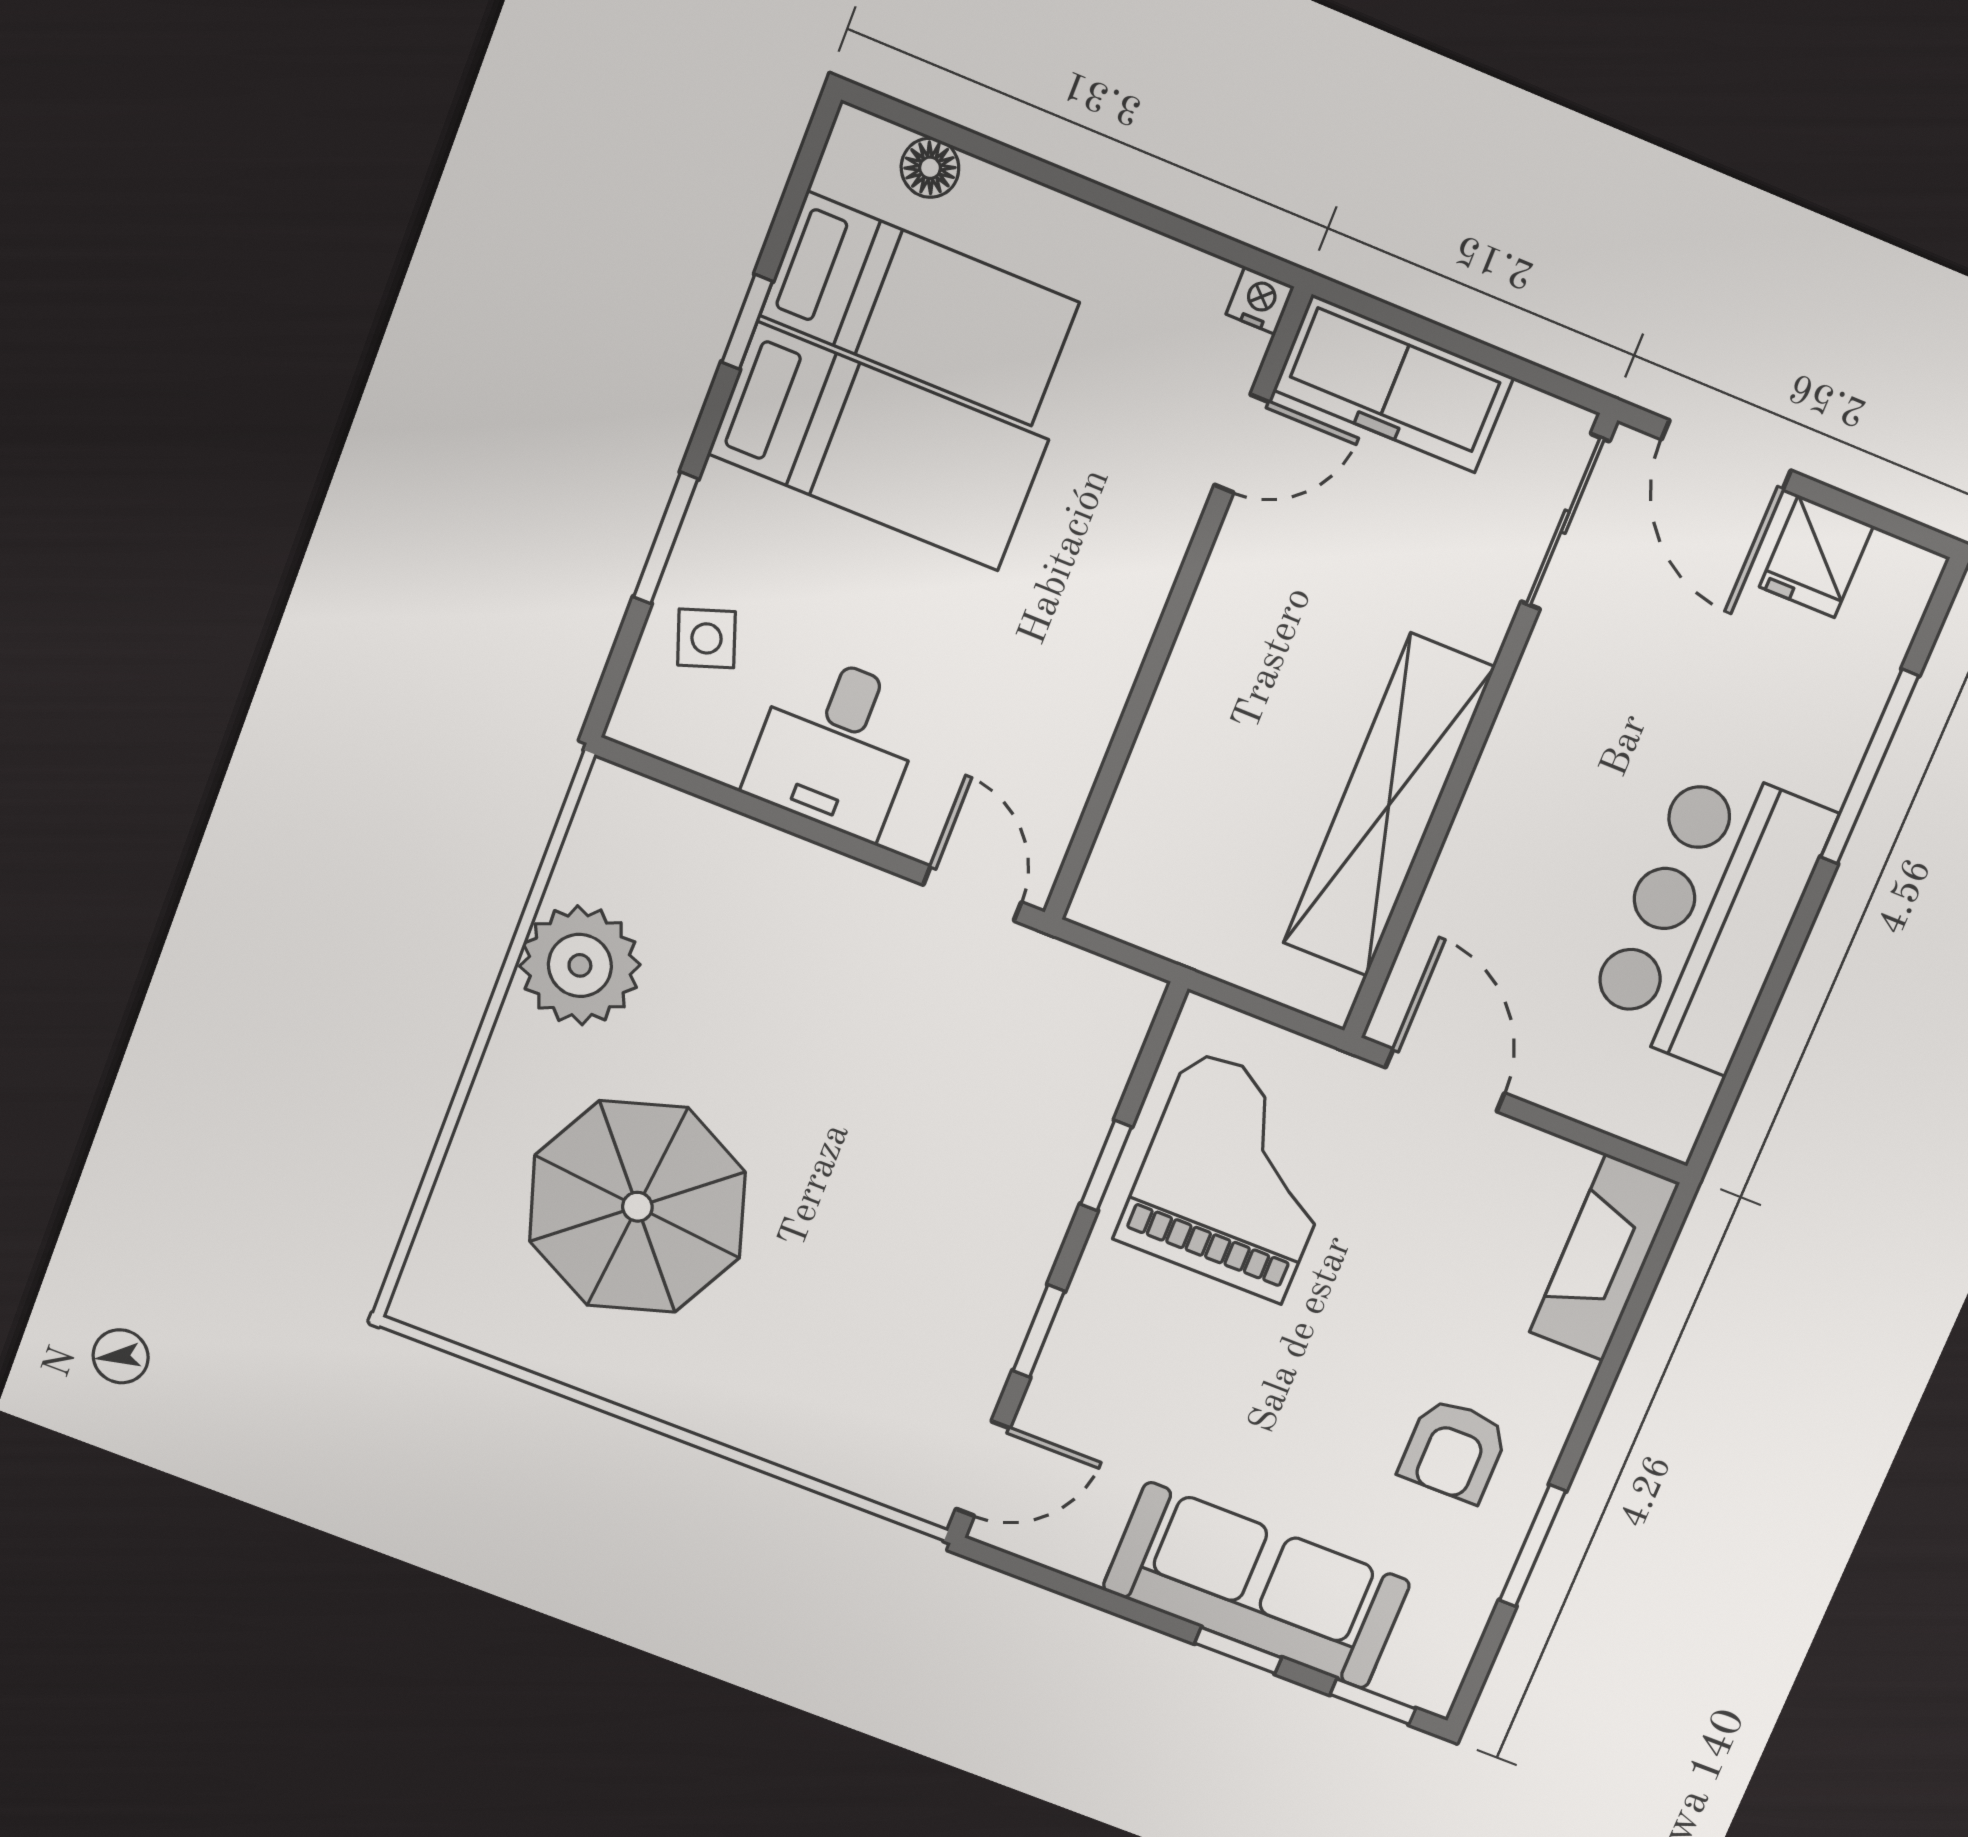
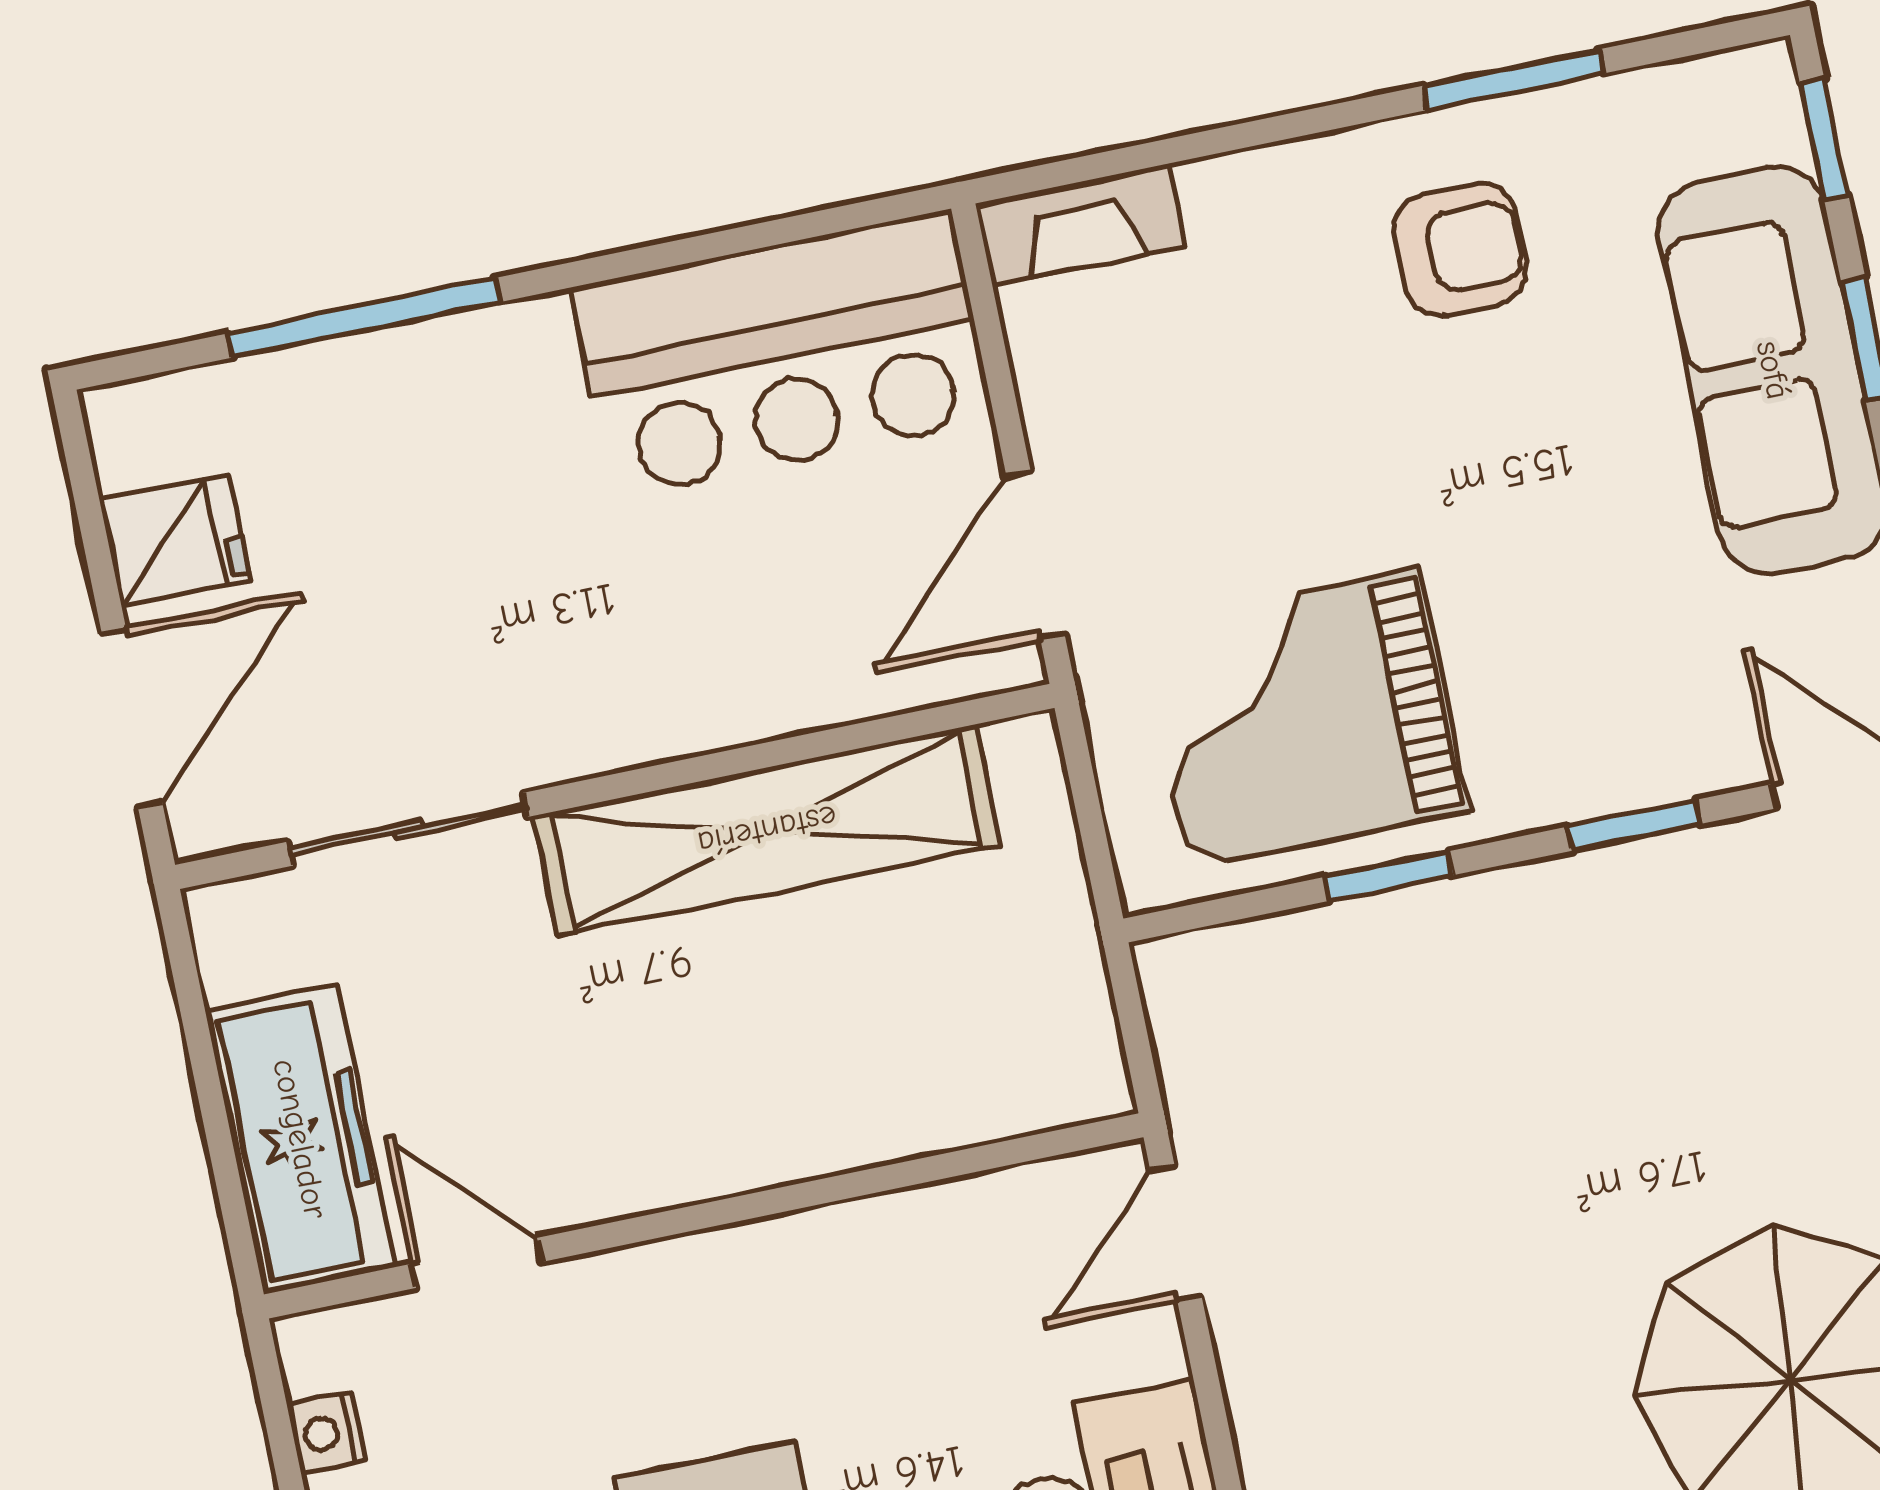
nightstand: (1260, 300) -> (327, 1433), moved
sliding door: (1565, 522) -> (408, 829), moved
bar counter: (1710, 917) -> (783, 354), moved
fireplace: (1604, 1257) -> (1081, 225), width x0.73, depth x0.76

